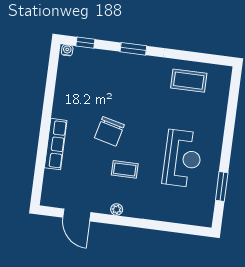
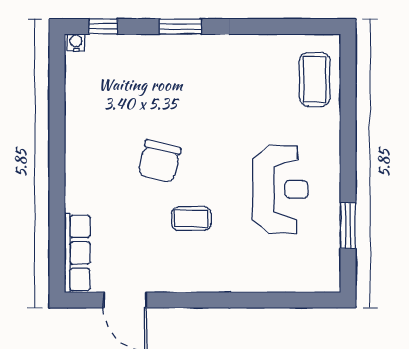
coffee table: (189, 81) -> (315, 79), moved, turned 90
row of seats: (56, 144) -> (77, 253), moved
plant: (117, 209) -> (187, 283), removed

